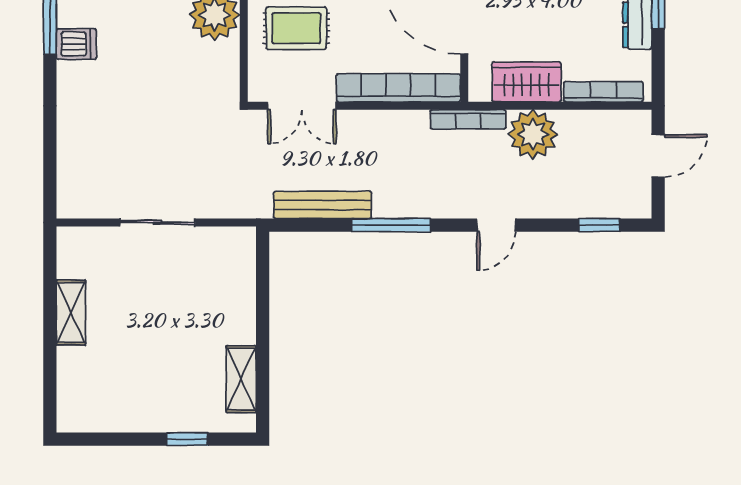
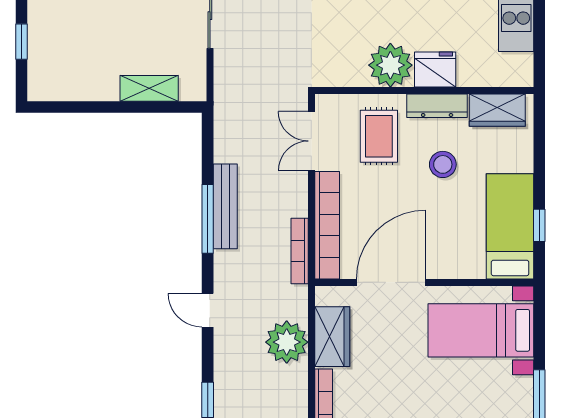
bookcase: (468, 119) -> (300, 251), moved
bench: (323, 205) -> (225, 206), moved
shelving: (241, 379) -> (149, 88), moved

